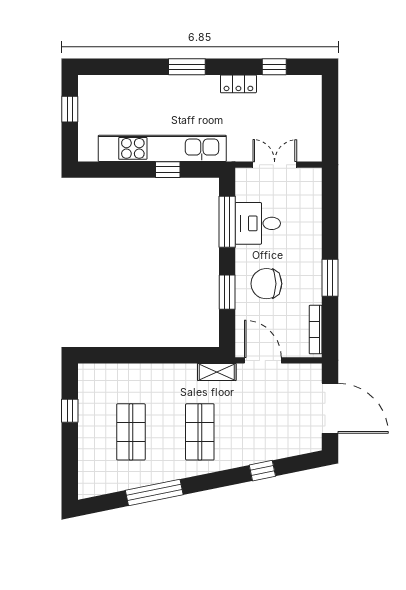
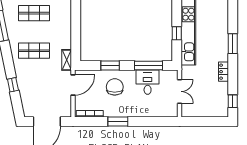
window: (274, 67) -> (233, 101), moved

